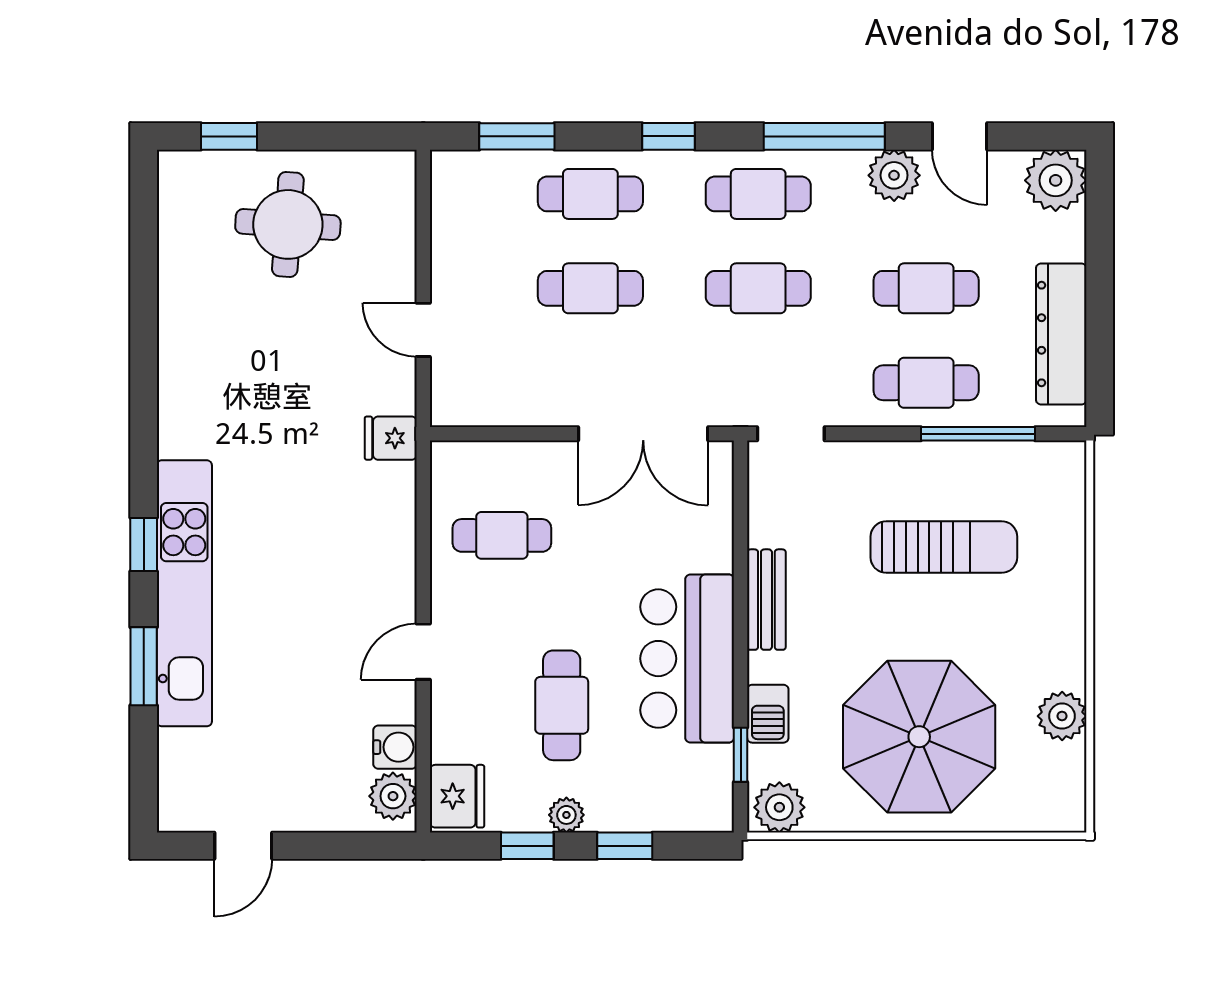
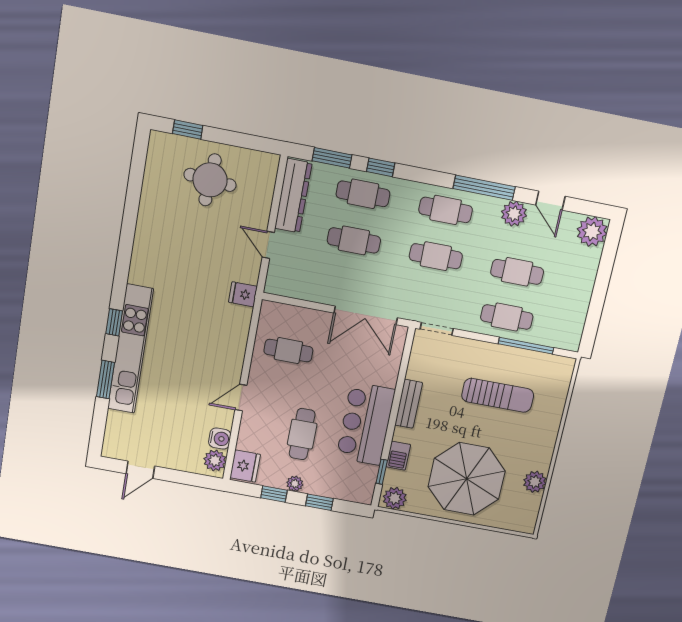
window: (668, 136) -> (381, 167), moved
dresser: (1061, 334) -> (293, 196), moved, turned 180

